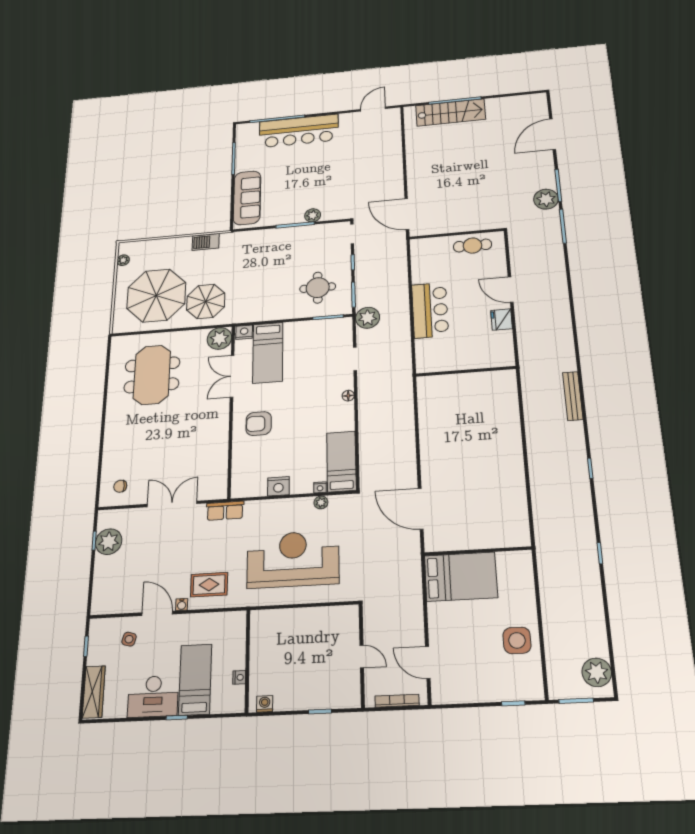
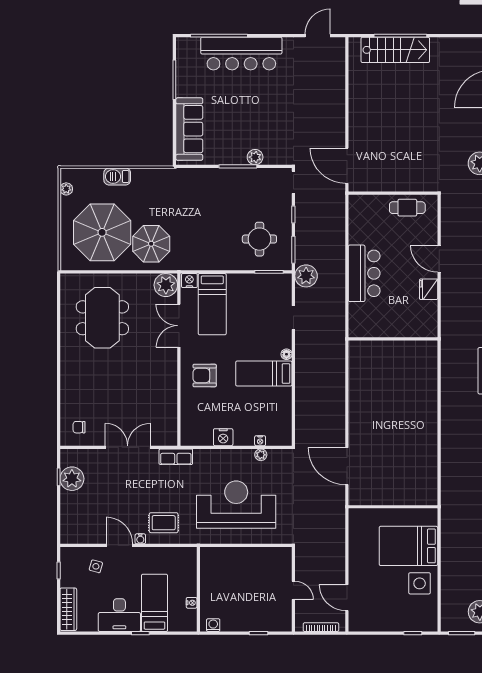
barbecue: (206, 242) -> (117, 176), moved
bed: (341, 461) -> (264, 374), moved, turned -90
bed: (461, 577) -> (408, 546), moved, turned 180

